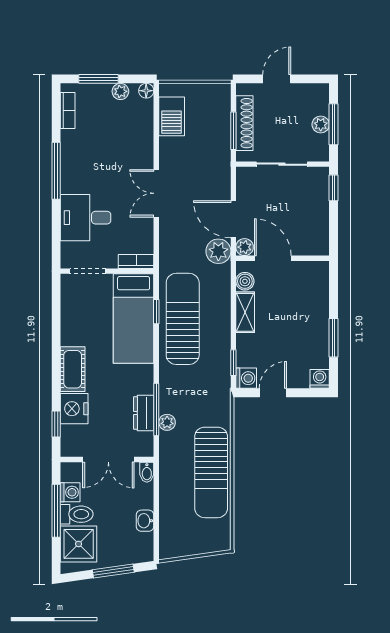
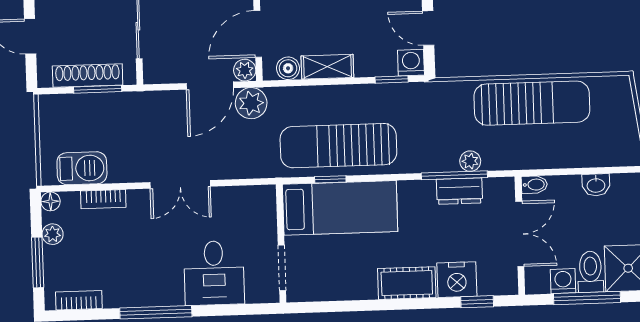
bookcase: (136, 262) -> (103, 199), moved, turned -90

